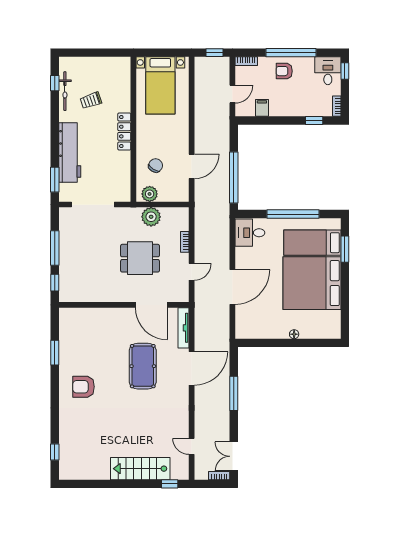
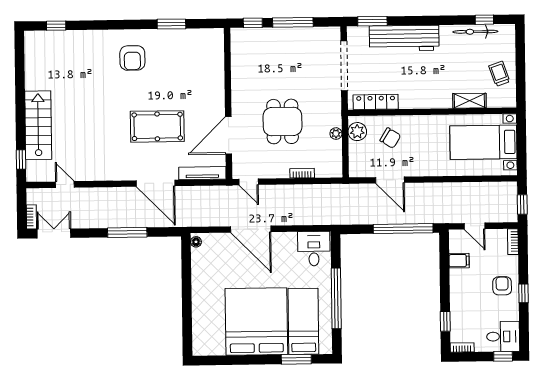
window: (291, 53) -> (524, 293), width x0.32
shelving: (124, 97) -> (469, 101), added
trolley: (91, 100) -> (499, 74), moved
locker: (124, 132) -> (376, 102), moved
window: (234, 178) -> (403, 229), moved
plant: (151, 217) -> (336, 134), width x0.53, depth x0.53
door: (192, 272) -> (249, 182), moved
floor lamp: (294, 334) -> (196, 242), moved
armchair: (83, 387) -> (132, 58), turned 180
door: (192, 446) -> (65, 185), hinge flipped

